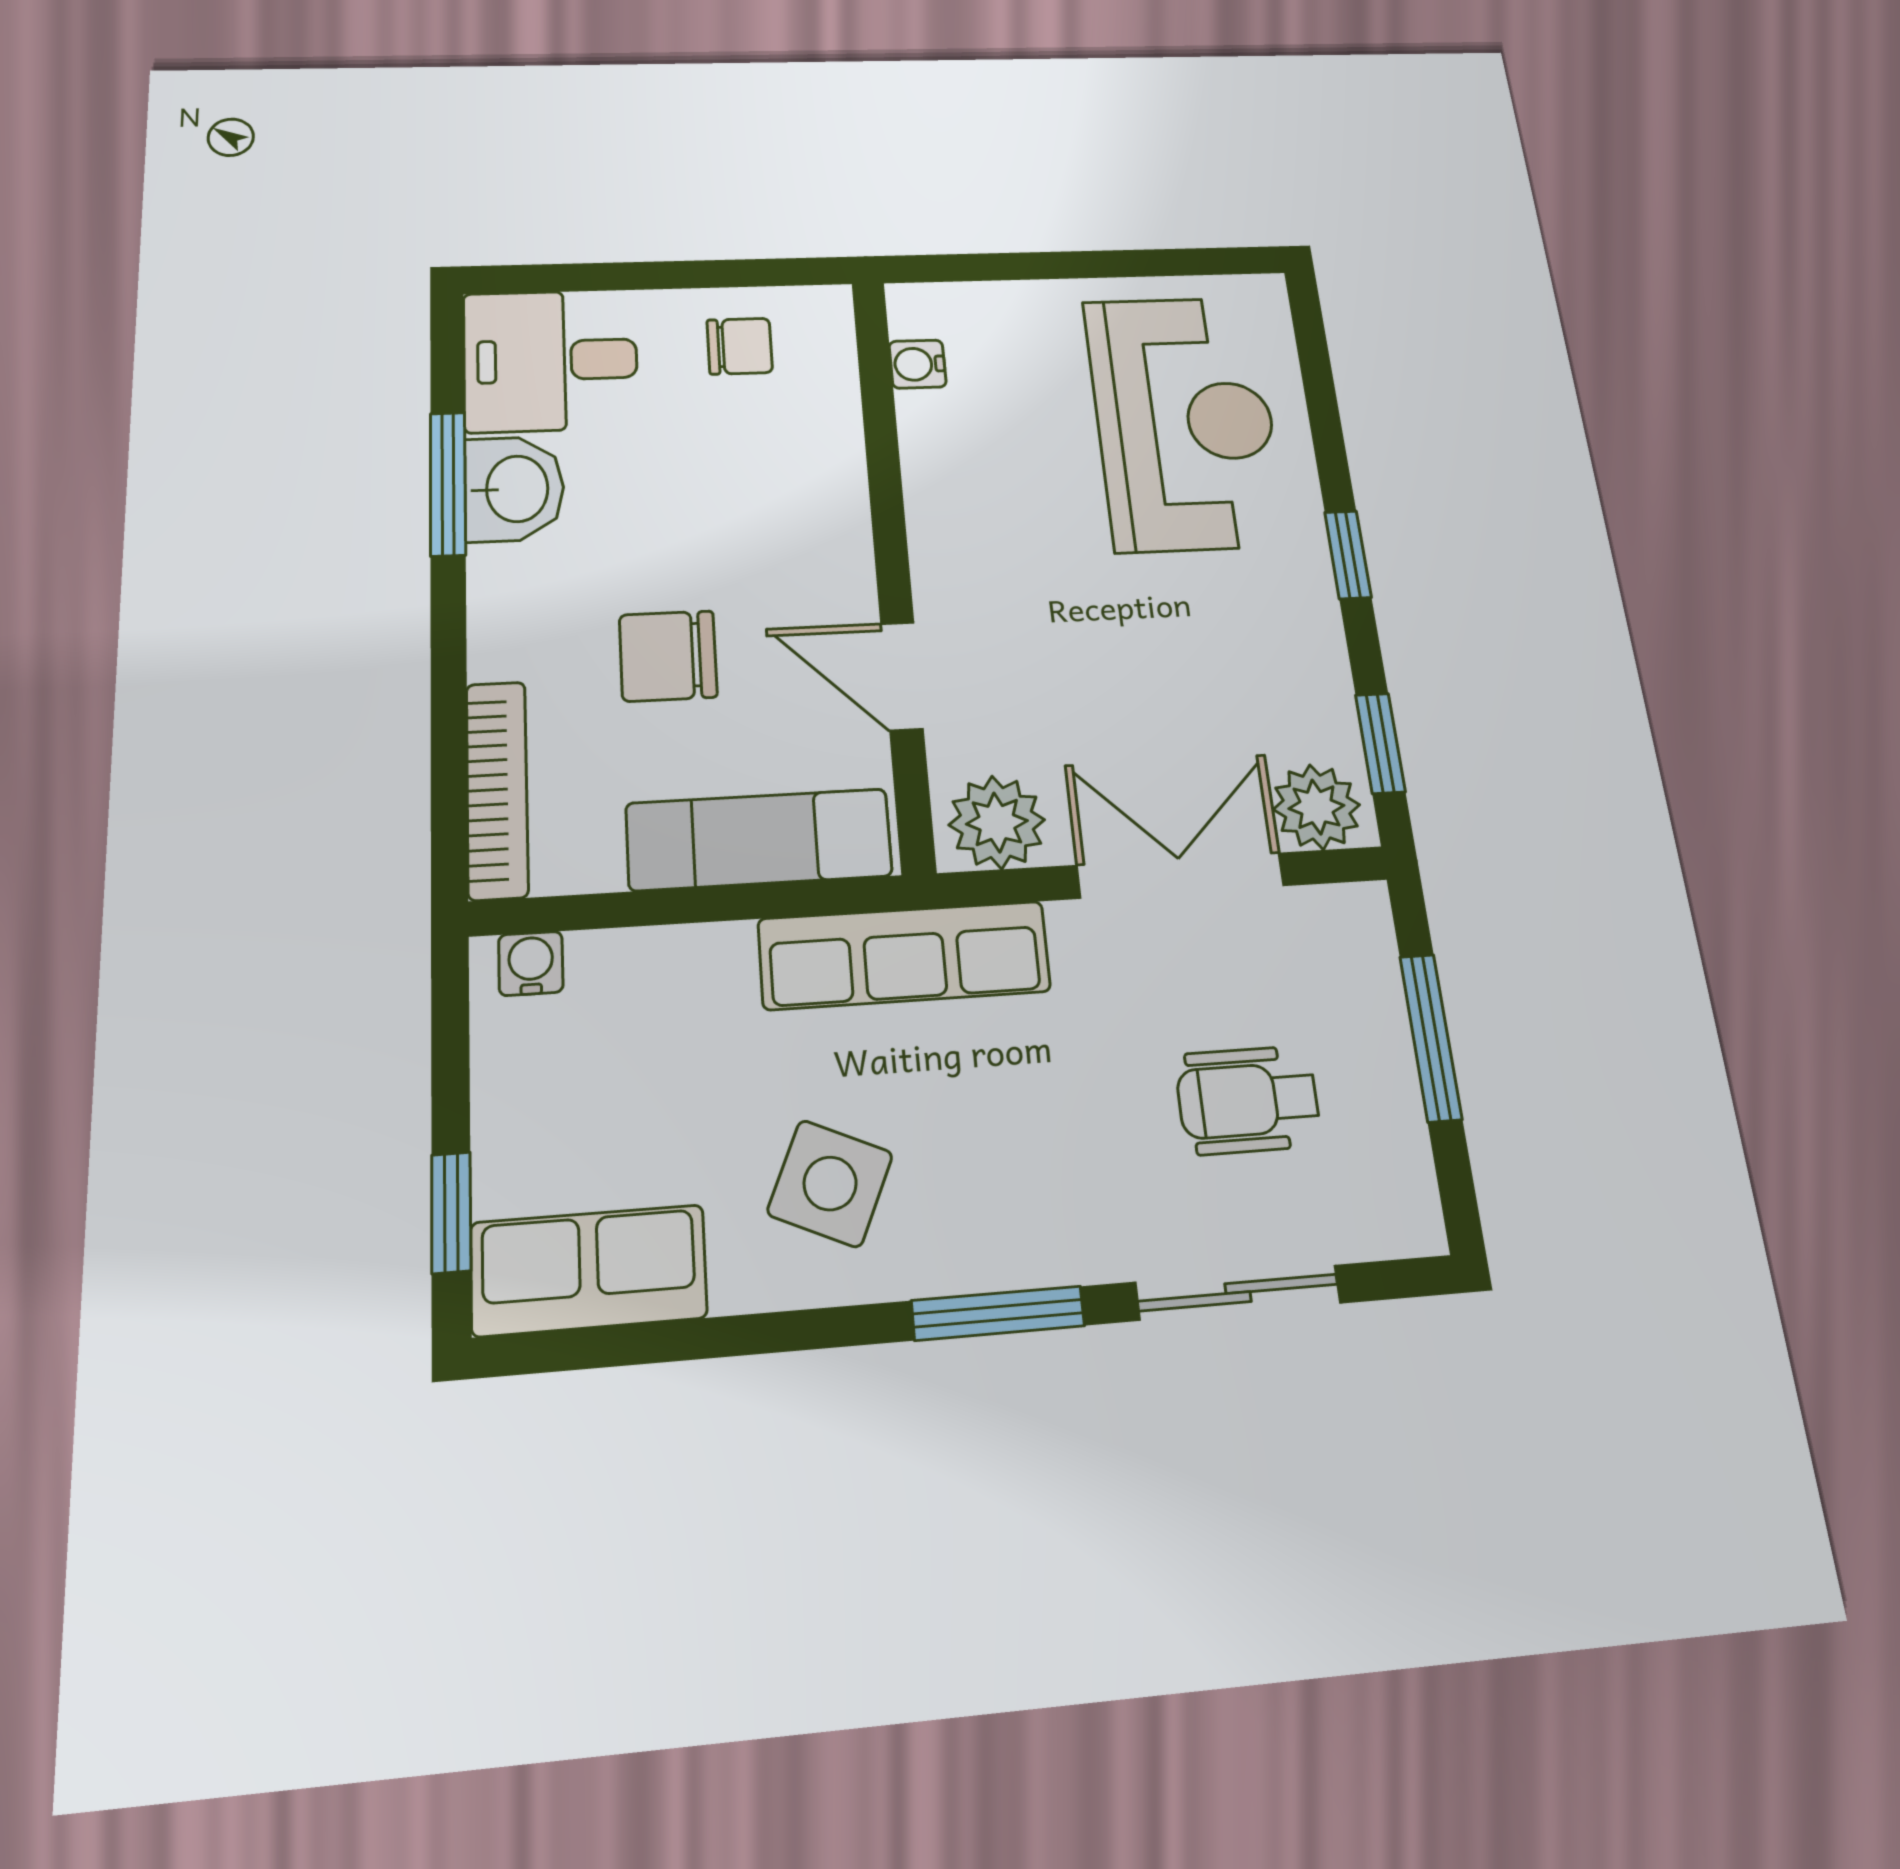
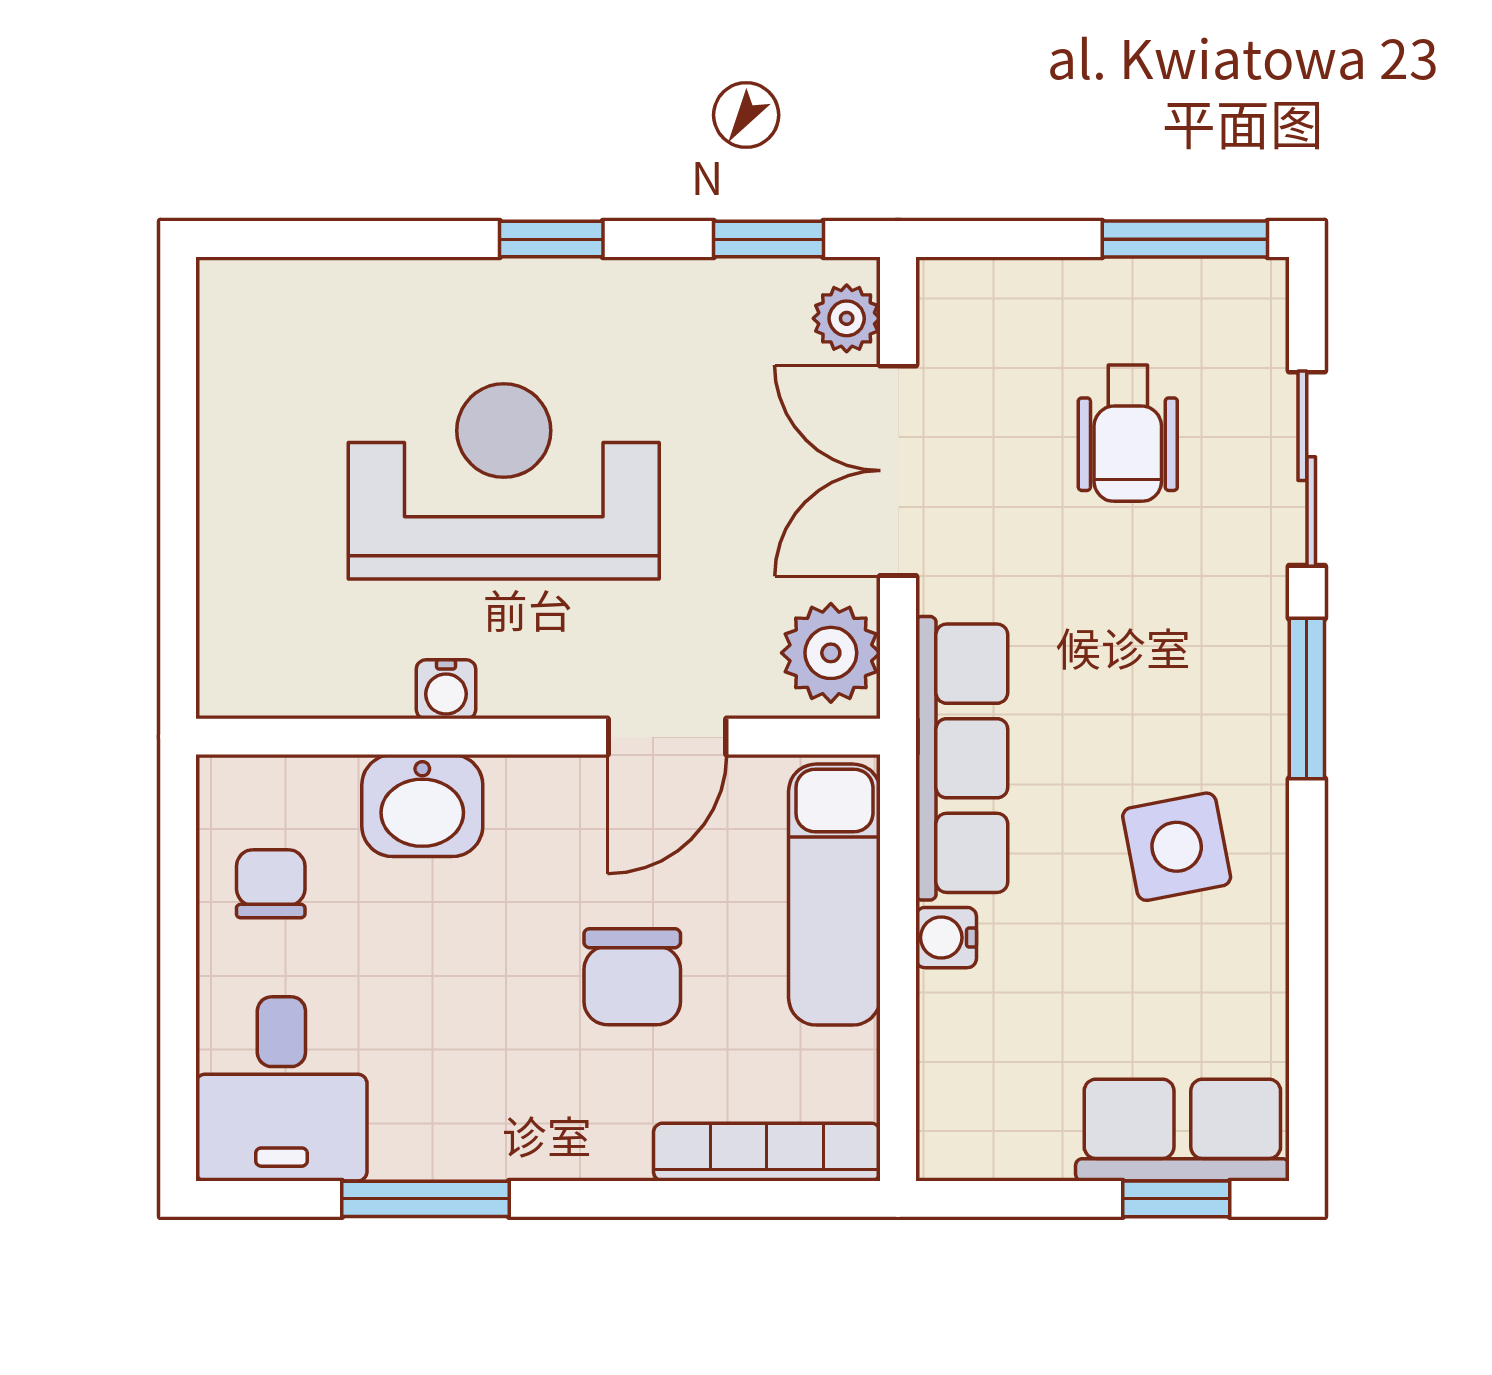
water cooler: (918, 364) -> (446, 689), moved
reception desk: (1185, 422) -> (504, 481), moved
washbasin: (514, 489) -> (422, 806), moved, turned 180
plant: (1316, 807) -> (847, 318), width x0.73, depth x0.73
water cooler: (531, 963) -> (946, 938), moved
window: (1431, 1037) -> (1185, 239), moved
side table: (830, 1183) -> (1177, 847), turned -35
row of seats: (589, 1270) -> (1182, 1130), moved, turned 90

